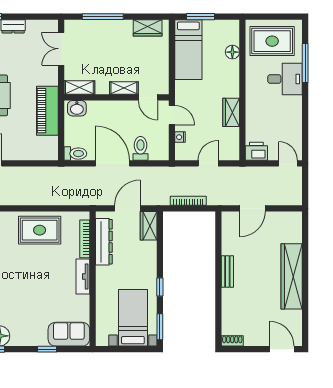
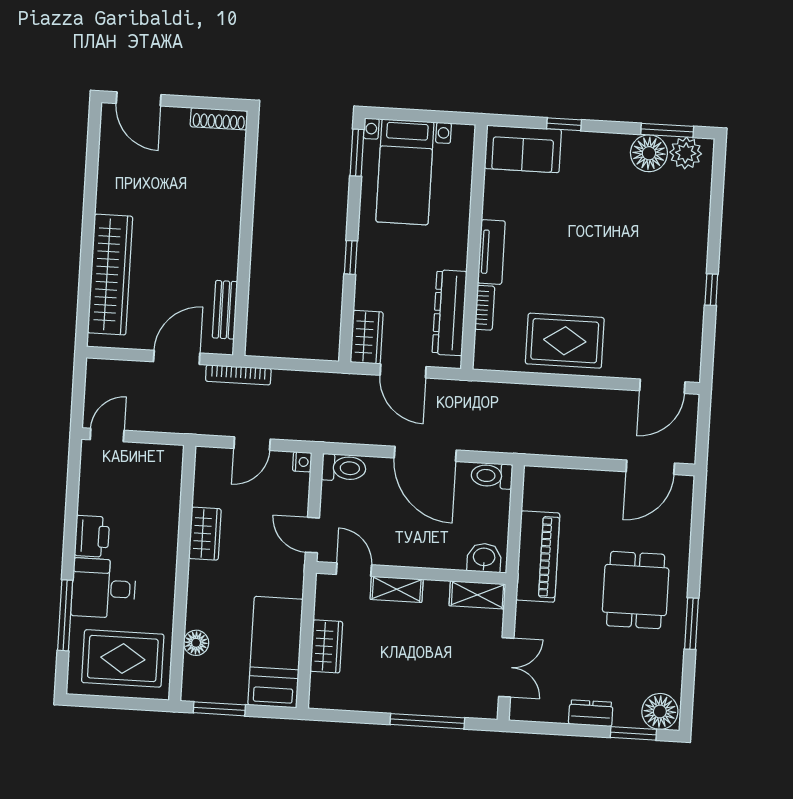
window: (201, 17) -> (219, 709), moved
wardrobe: (148, 28) -> (326, 646), moved, turned 90
nightstand: (180, 137) -> (302, 462), moved
toilet: (140, 148) -> (344, 468), moved, turned -90
printer: (256, 151) -> (92, 536), moved, turned -90
door: (288, 163) -> (107, 435), swing flipped
bookcase: (188, 201) -> (238, 375), moved
door: (127, 208) -> (403, 371), hinge flipped
bookcase: (85, 239) -> (485, 308), width x0.64
bench: (227, 272) -> (225, 310), moved
wardrobe: (292, 276) -> (110, 275), moved
window: (160, 287) -> (351, 257), moved
shoe rack: (232, 341) -> (219, 119), width x1.43

